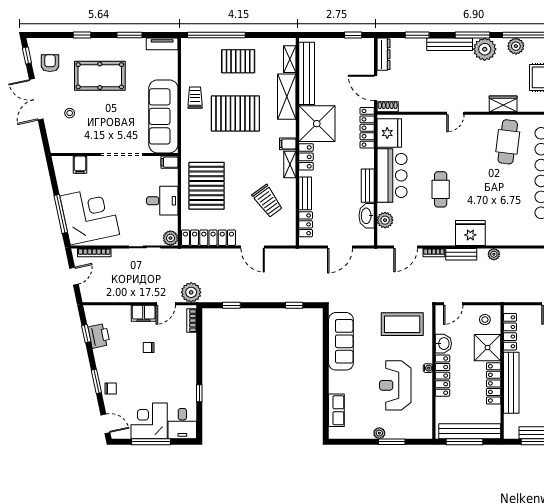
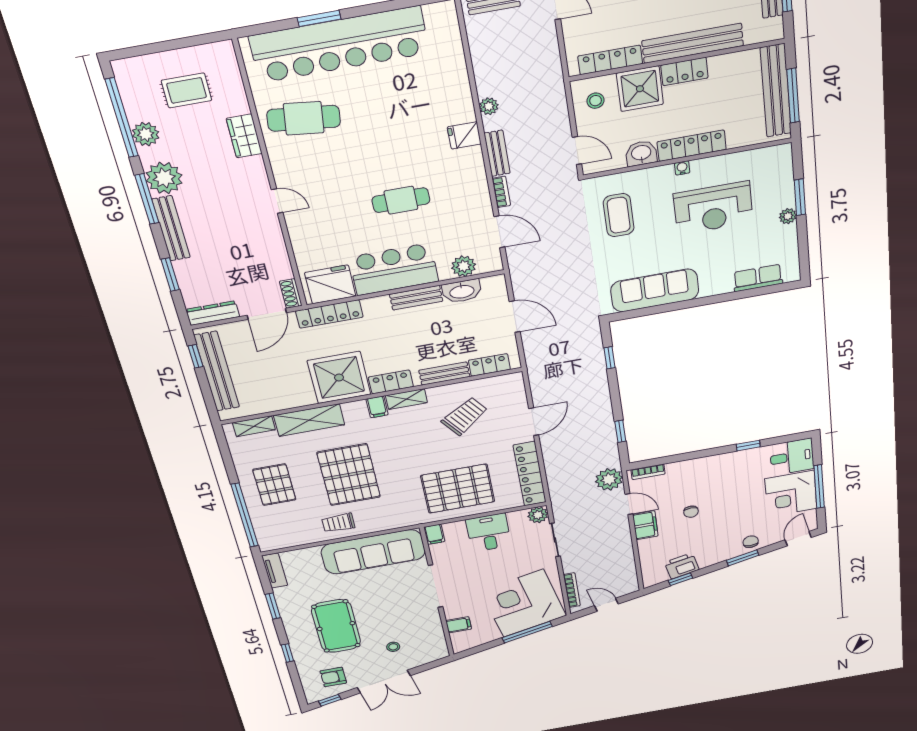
bench: (307, 73) -> (217, 371), moved, turned 90
fridge: (470, 233) -> (464, 135), width x0.53, depth x0.75
coffee table: (402, 324) -> (619, 215), width x0.73, depth x0.76
locker: (494, 383) -> (684, 72), width x0.66

